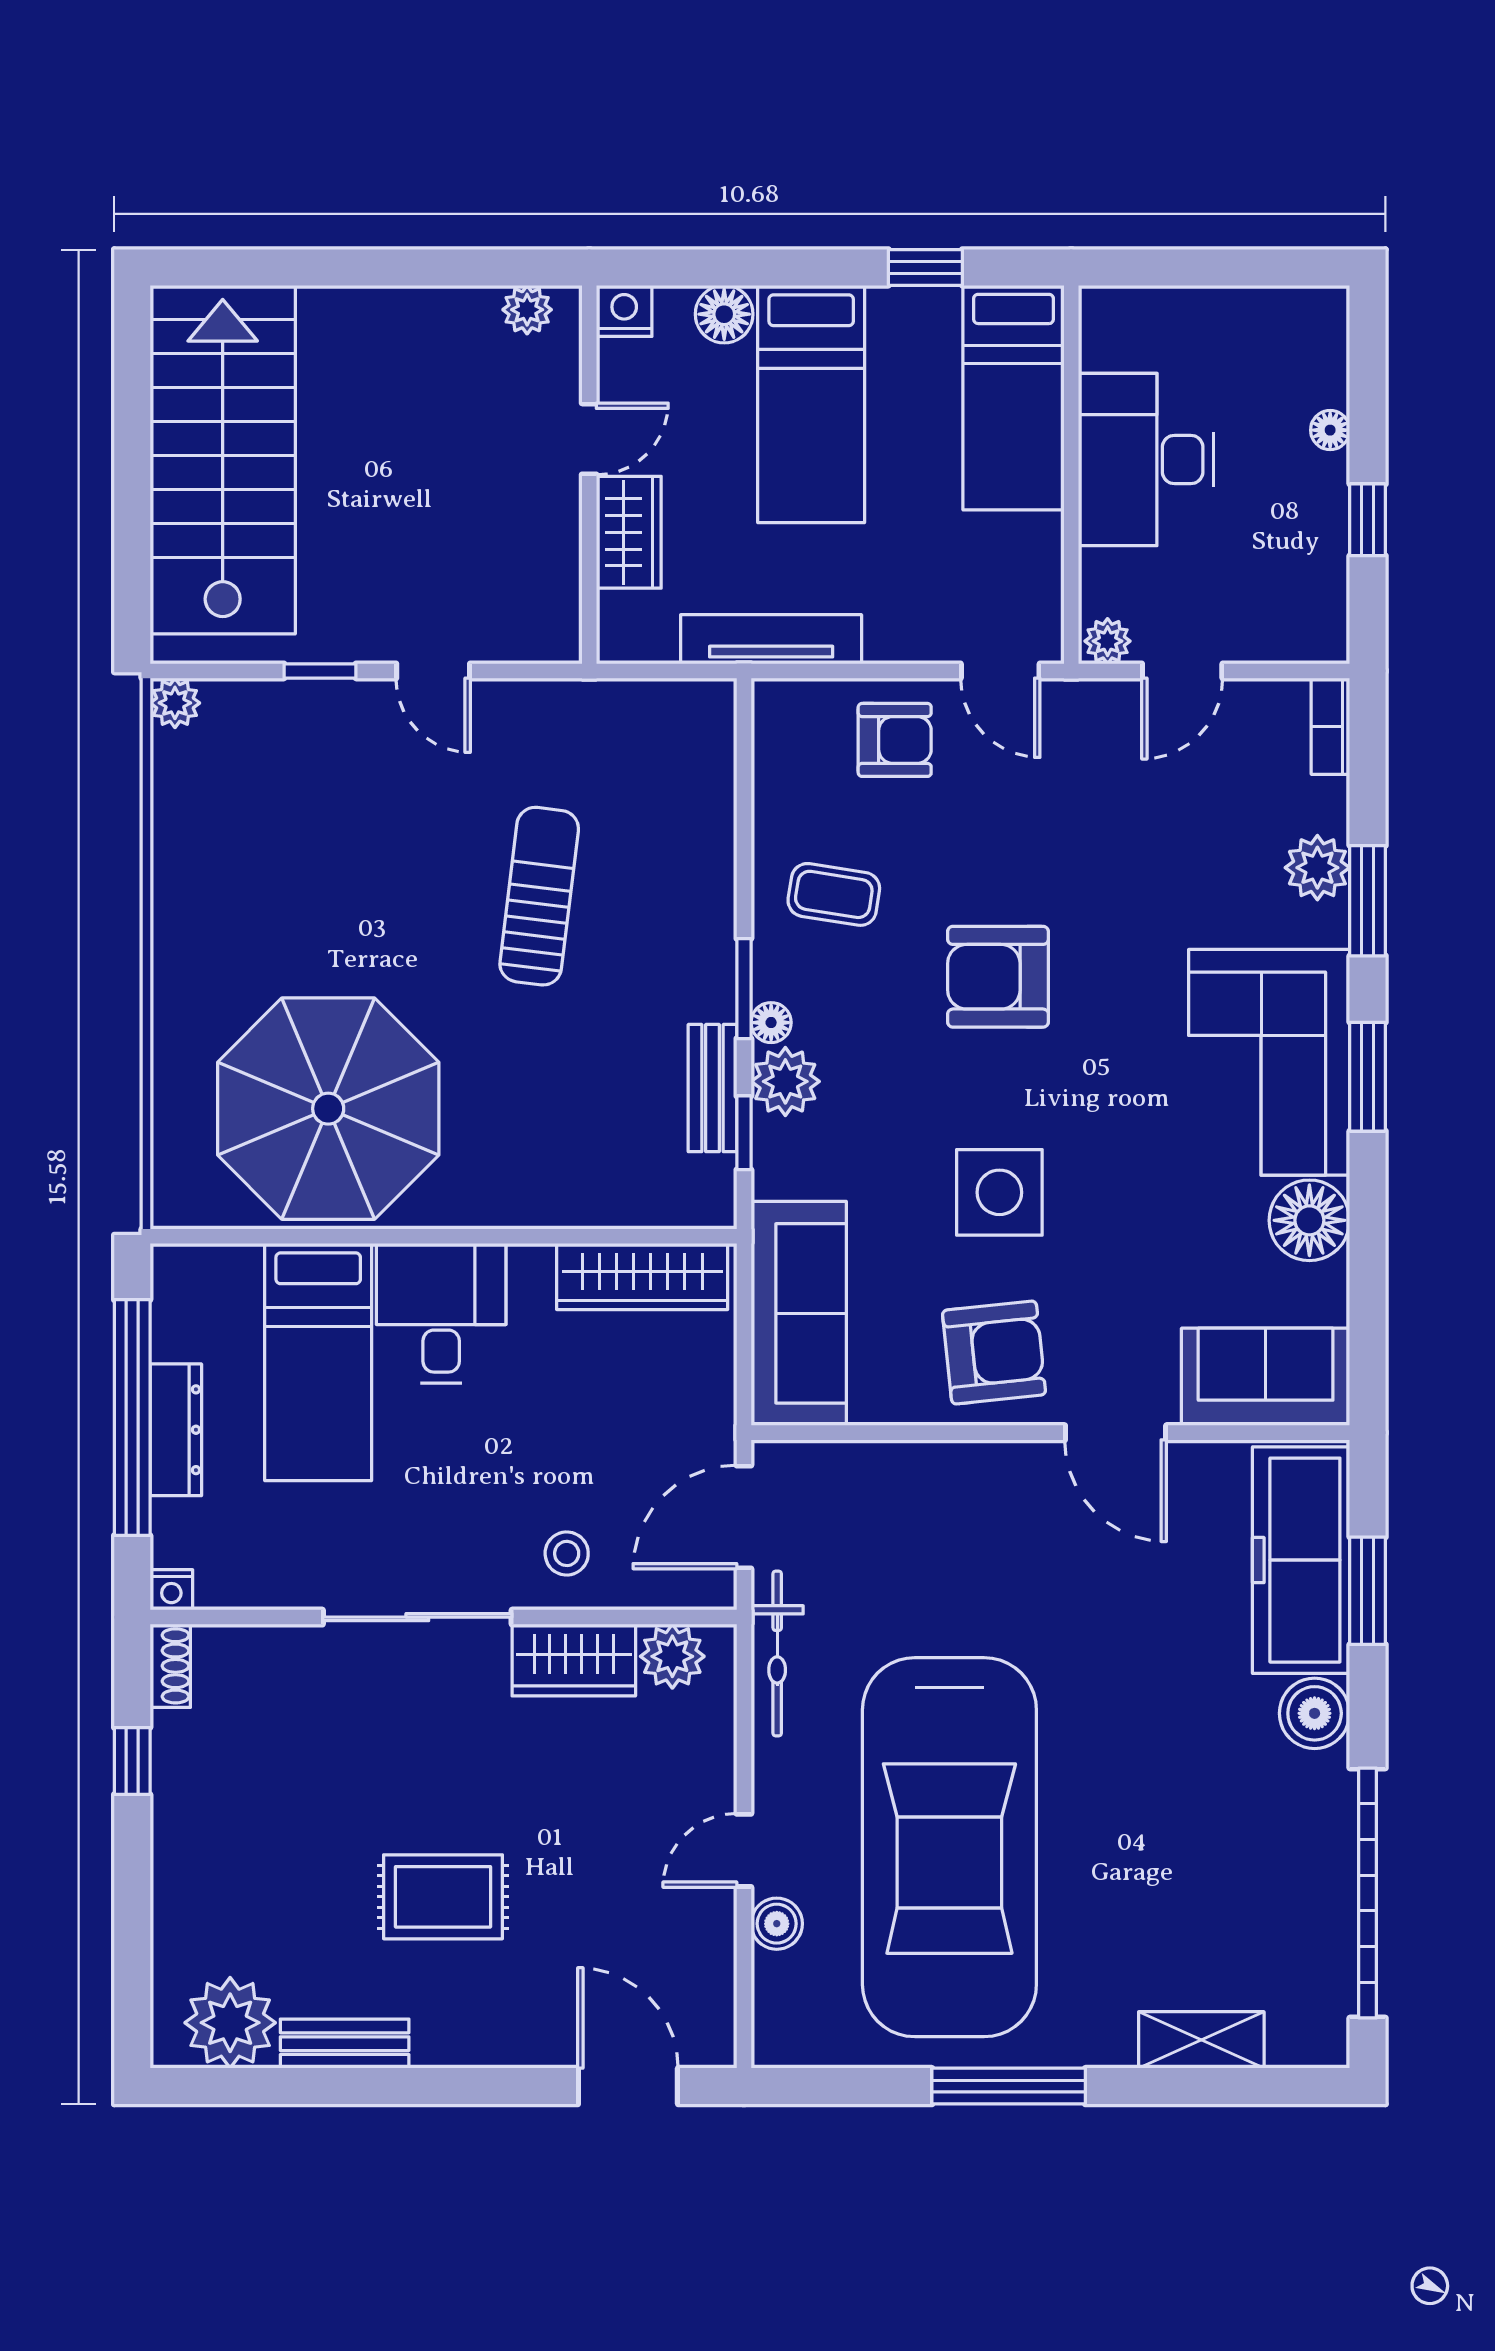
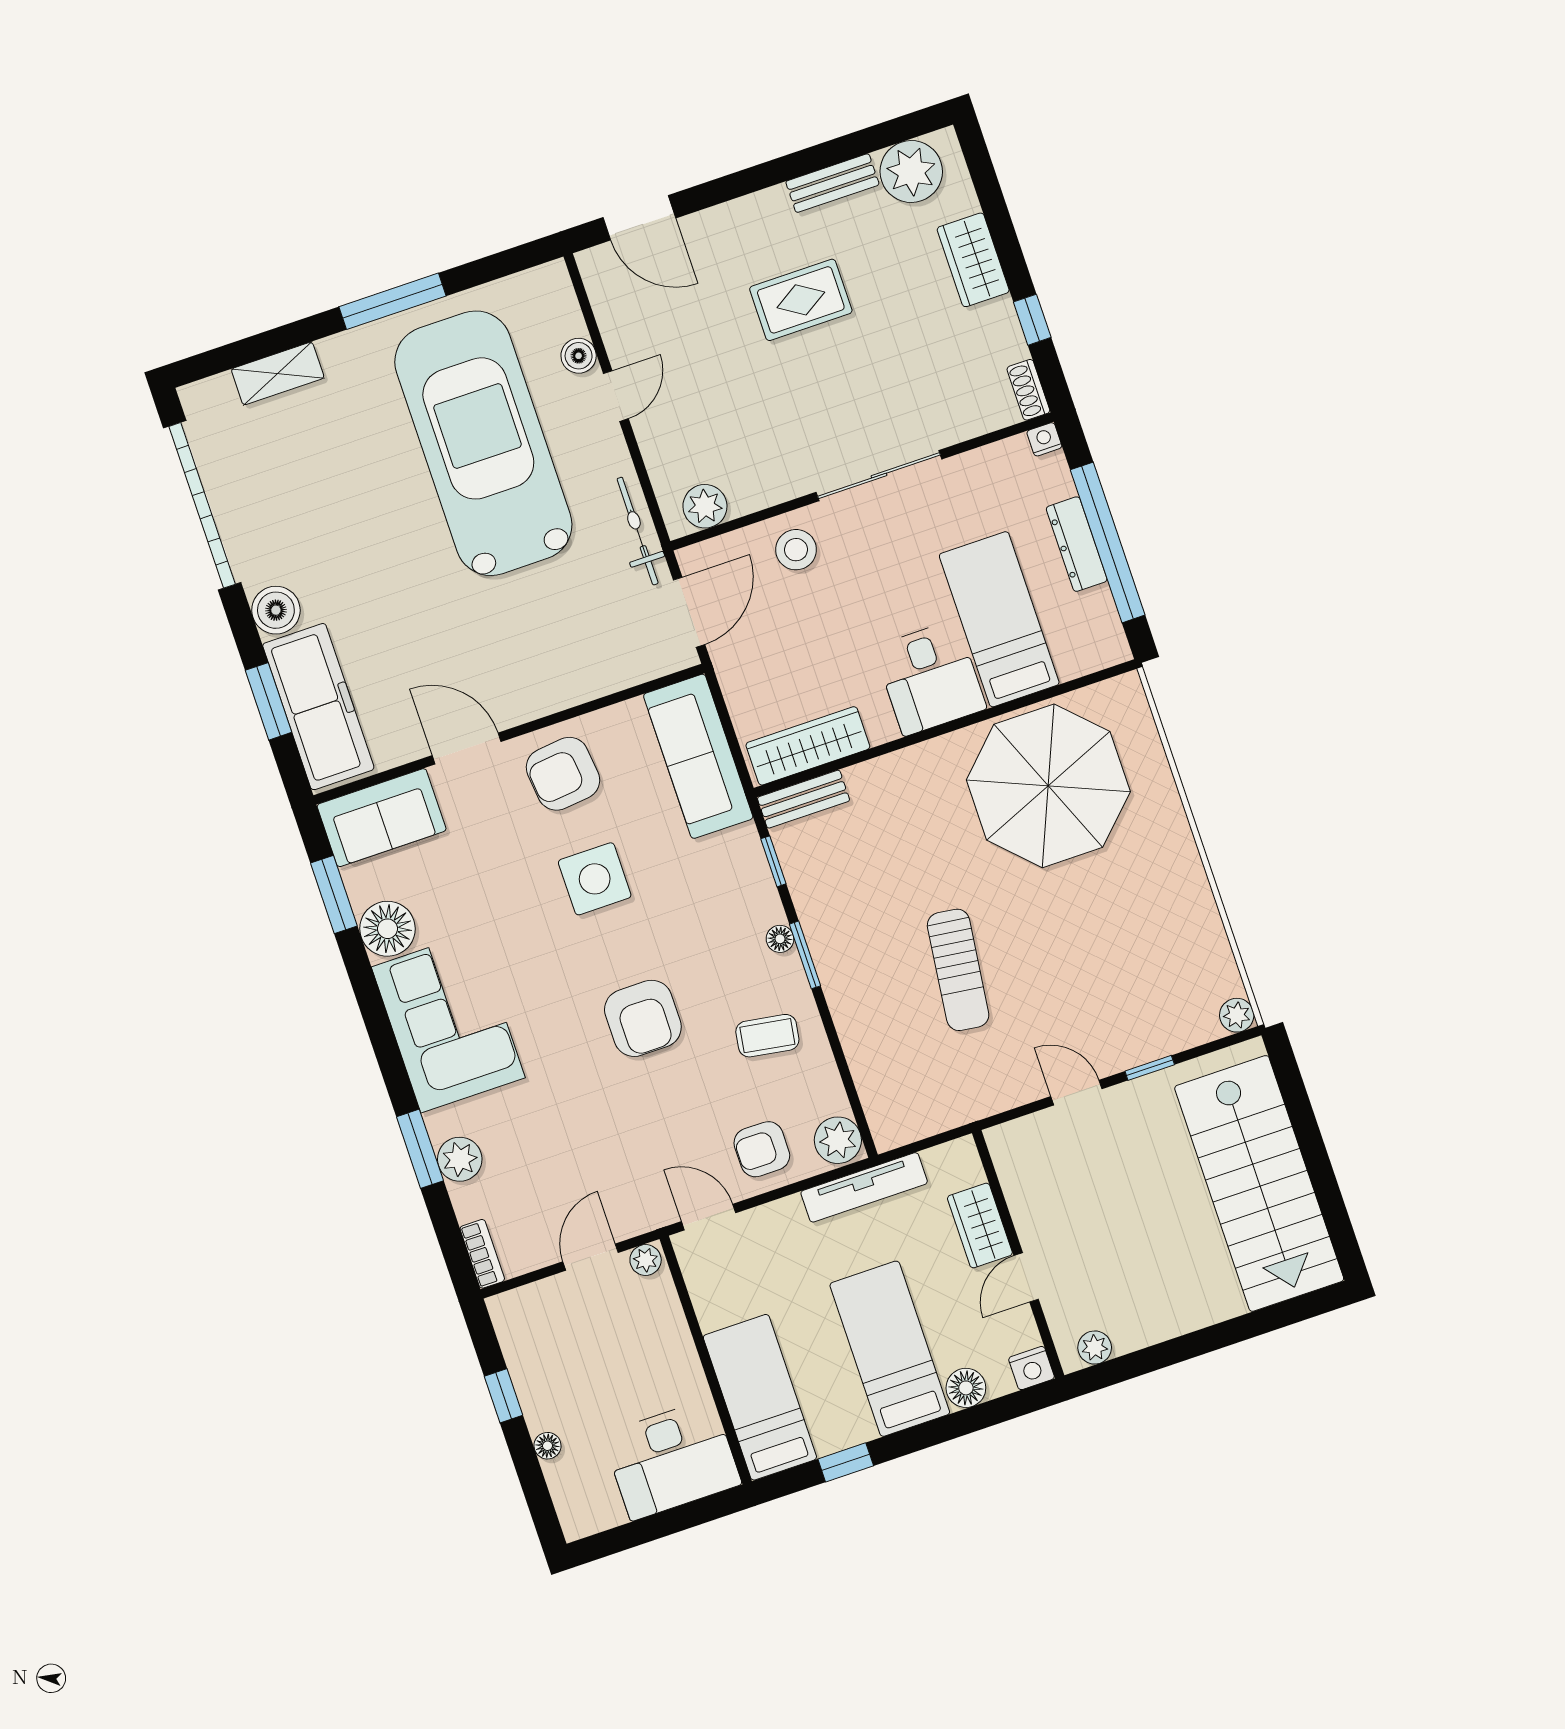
desk: (1146, 459) -> (672, 1459), moved, turned 90
armchair: (998, 977) -> (643, 1018), turned 90
window: (1368, 1077) -> (334, 895), moved
plant: (785, 1081) -> (838, 1140), moved
bench: (712, 1088) -> (803, 799), moved, turned 90
stool: (567, 1553) -> (796, 550), width x1.37, depth x1.37
wardrobe: (574, 1660) -> (973, 260), moved, turned -90

